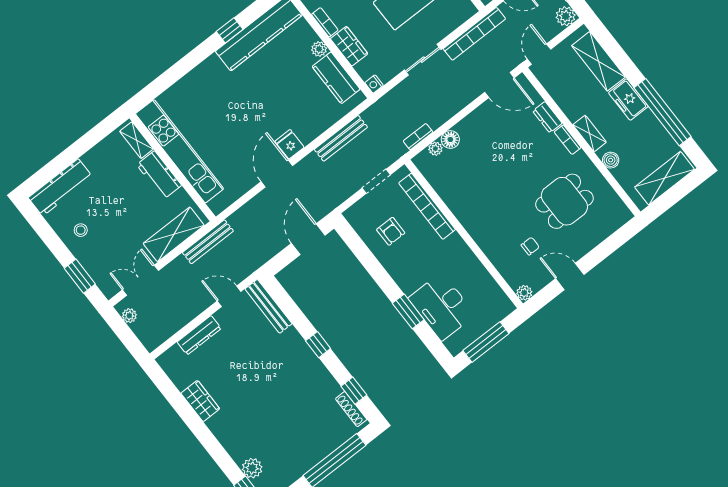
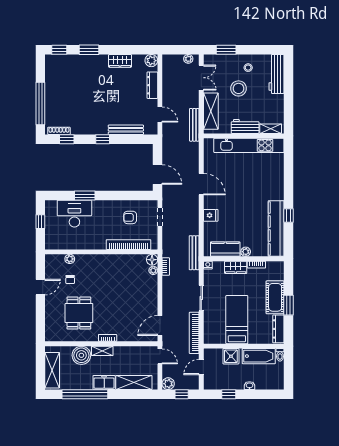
dresser: (547, 117) -> (126, 337), removed
bench: (341, 138) -> (194, 253), moved
floor lamp: (450, 140) -> (152, 260), moved
fridge: (290, 144) -> (211, 215), moved
boiler: (611, 160) -> (81, 355), width x1.86, depth x1.86
doorway: (376, 181) -> (160, 217), moved
stool: (117, 222) -> (239, 88), added
plant: (524, 293) -> (70, 259), moved
door: (229, 296) -> (160, 115), hinge flipped
bench: (269, 306) -> (126, 130), moved
window: (486, 342) -> (40, 222), width x0.46
window: (217, 452) -> (89, 50), added
plant: (252, 468) -> (151, 61), moved

